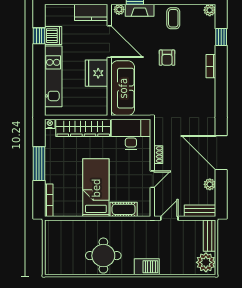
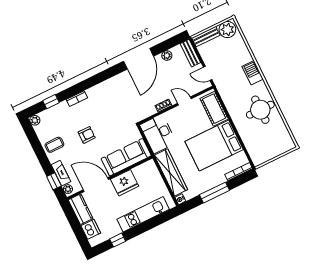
dishwasher: (53, 36) -> (91, 229), moved, turned 90
door: (109, 42) -> (96, 185), hinge flipped
bed: (96, 188) -> (214, 145), width x1.50
cot: (124, 209) -> (214, 109), width x1.37, depth x1.34

